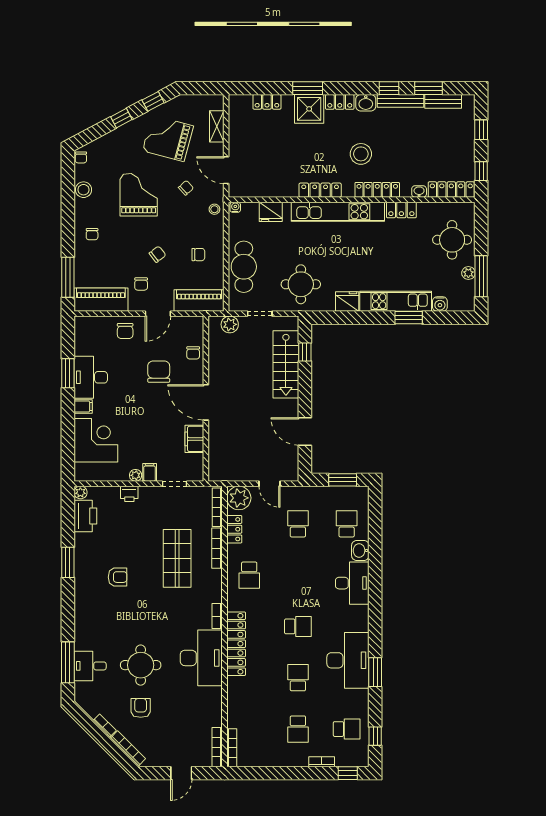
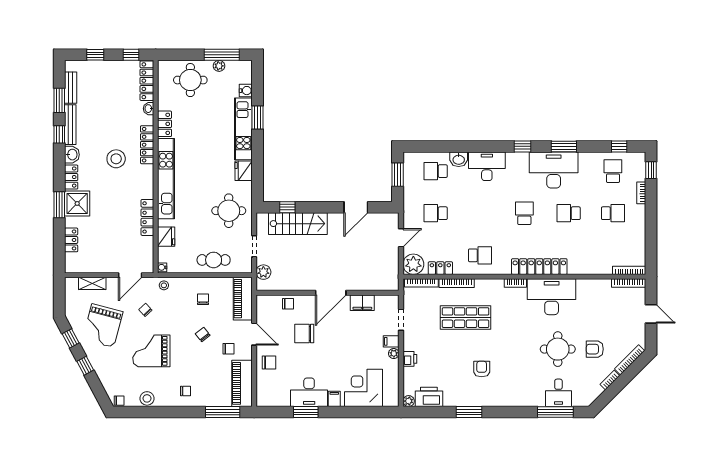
locker: (320, 190) -> (147, 217), moved
cafe table: (244, 267) -> (214, 260), width x0.73, depth x0.74
window: (375, 624) -> (522, 146), added

